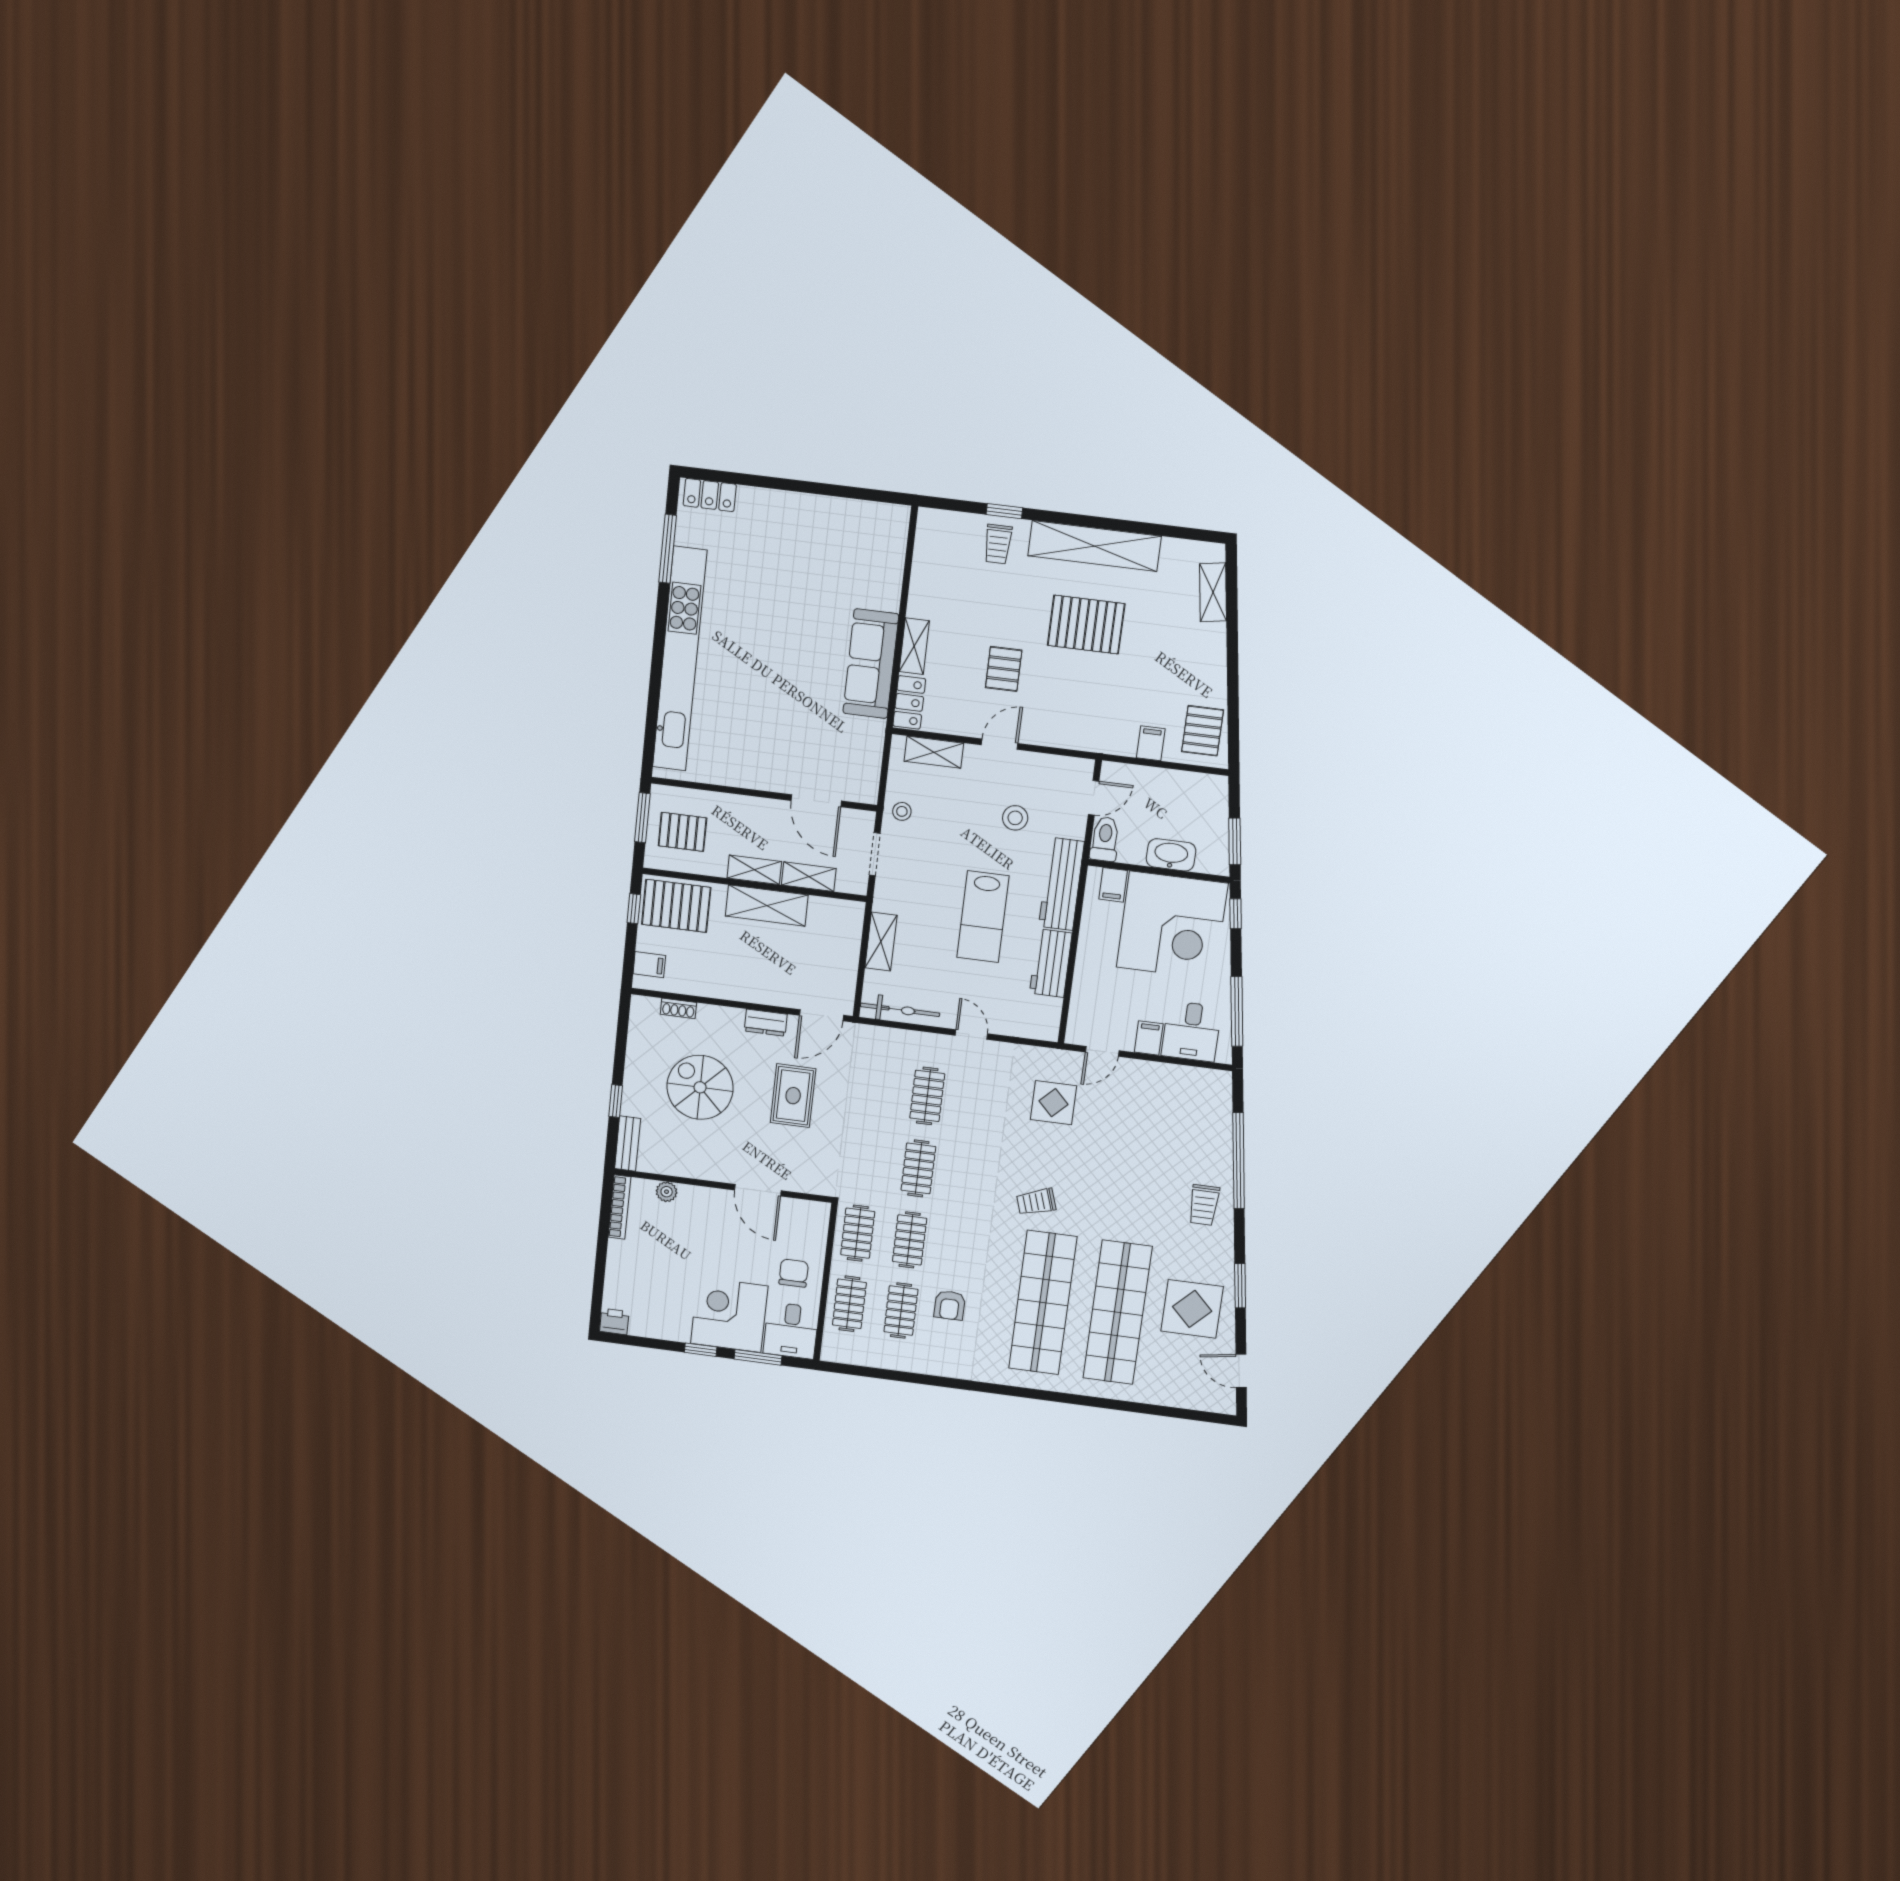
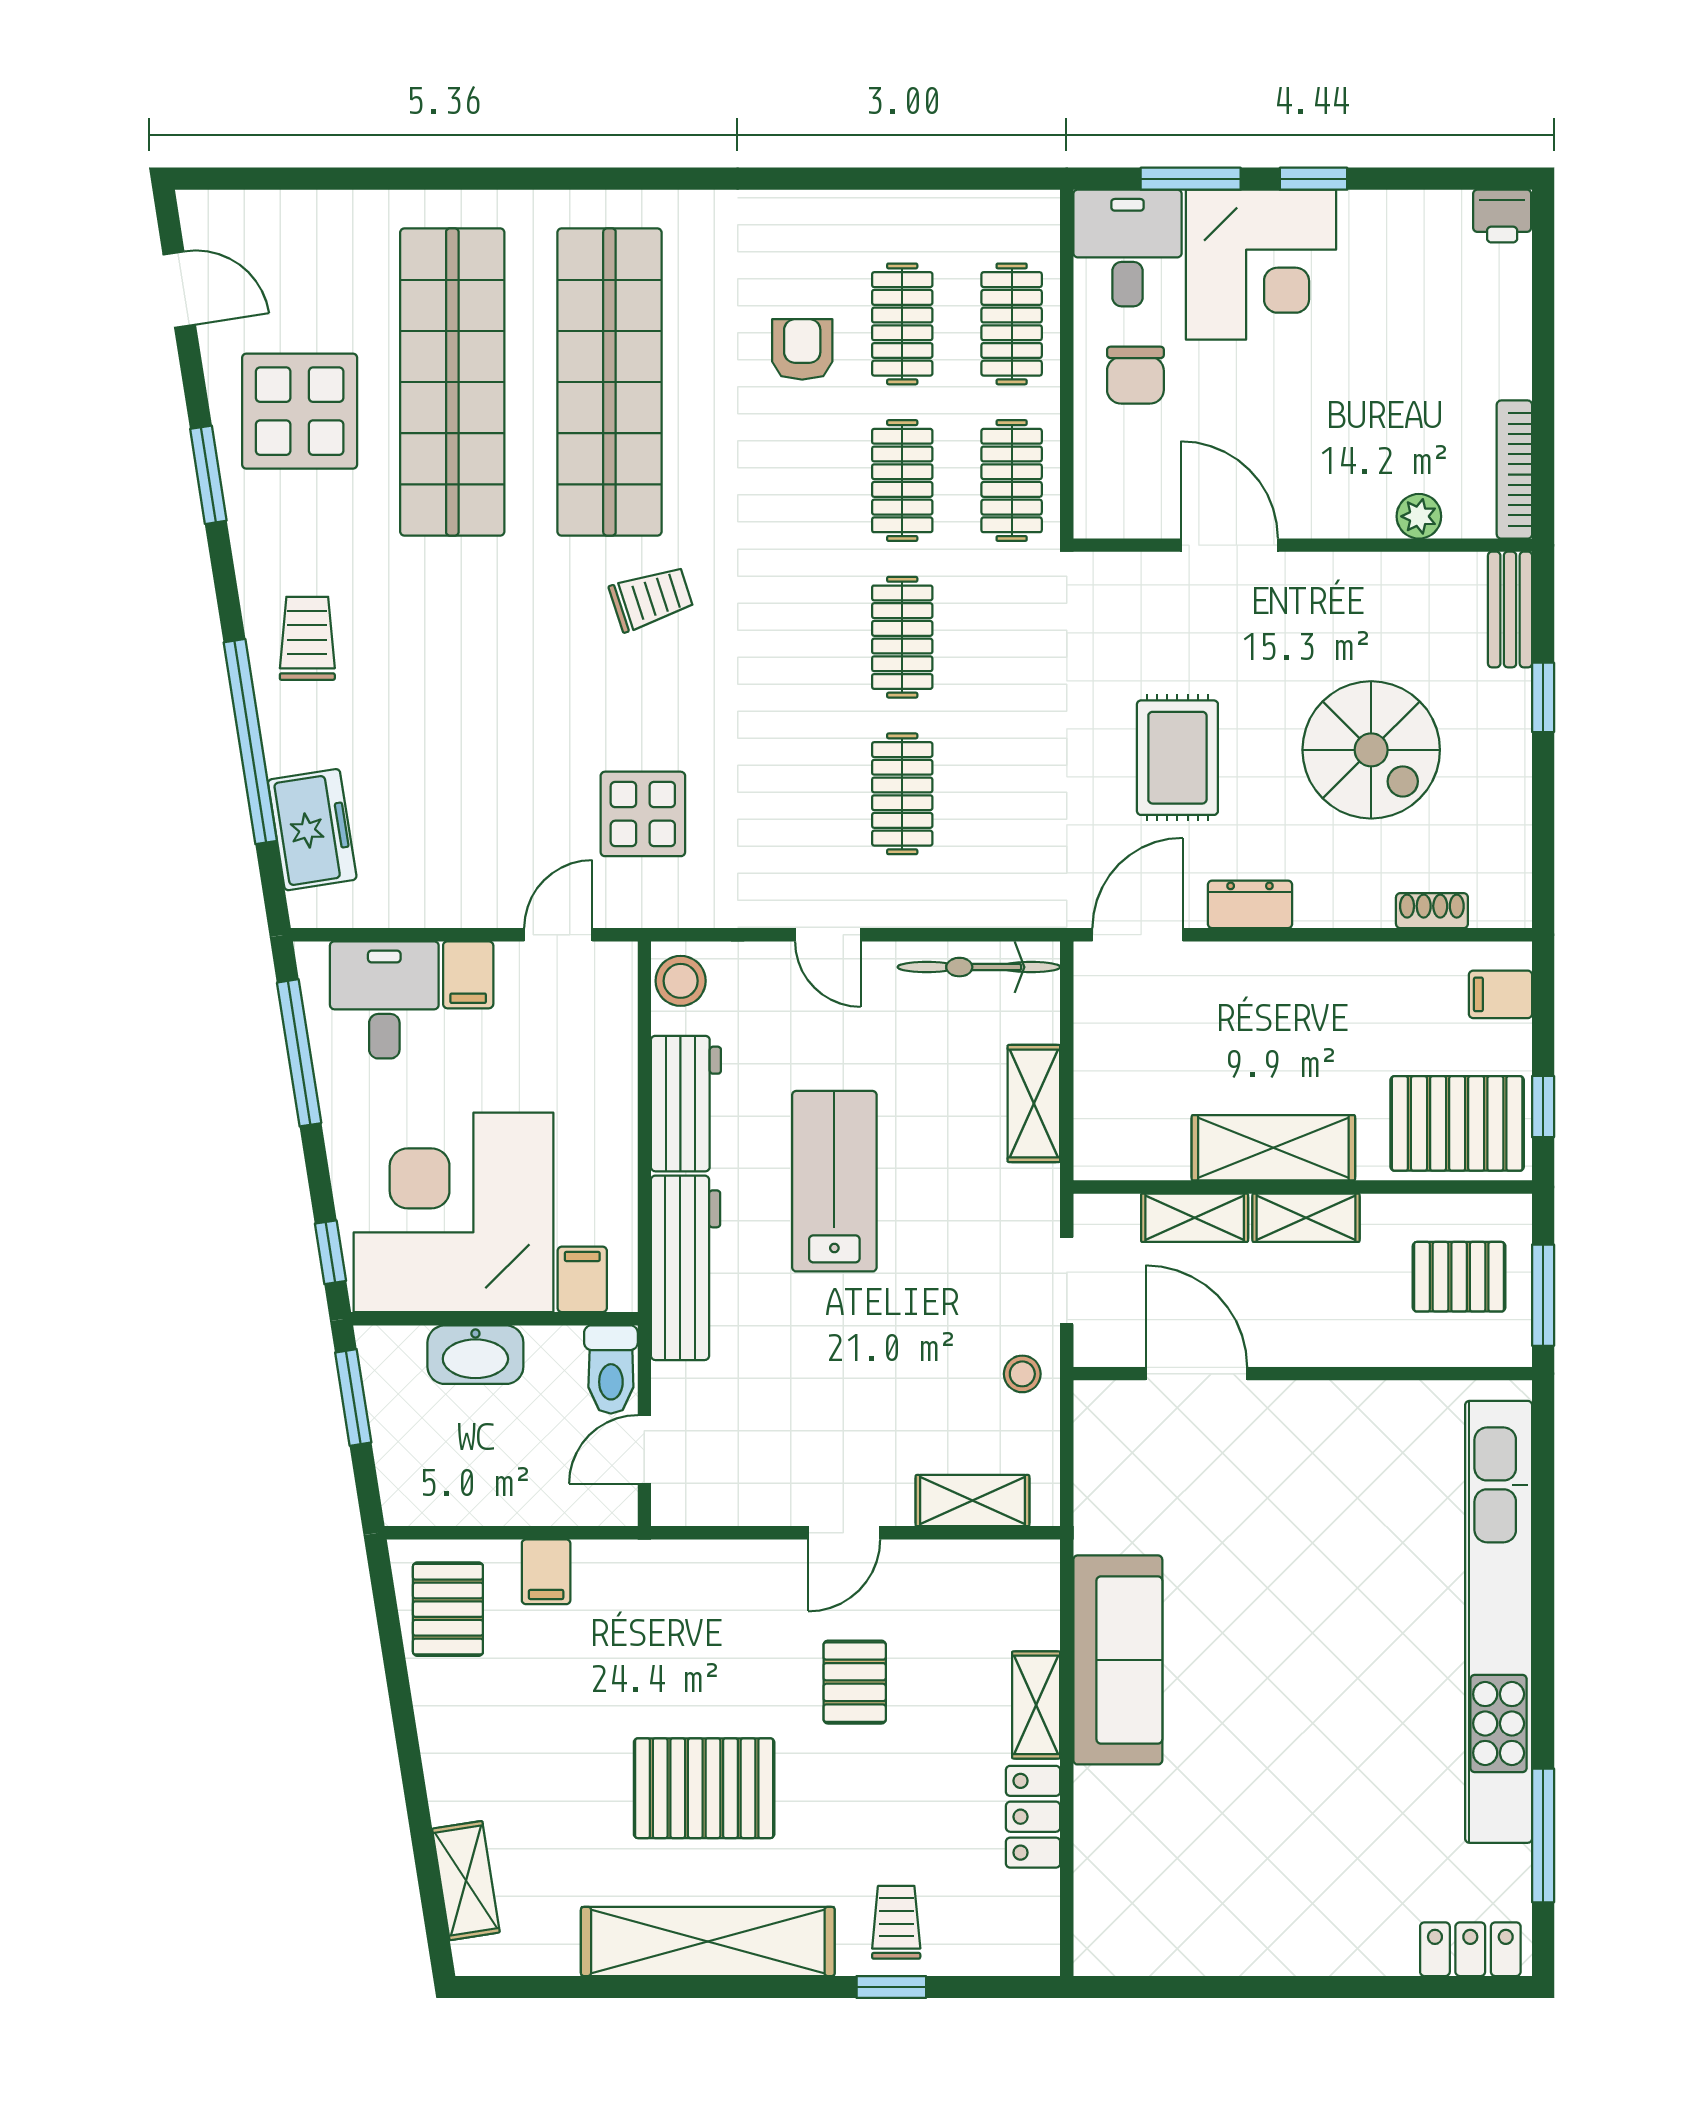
locker: (909, 702) -> (1033, 1817), moved
stool: (1015, 818) -> (681, 981), moved
freezer: (1215, 1116) -> (312, 830), added

